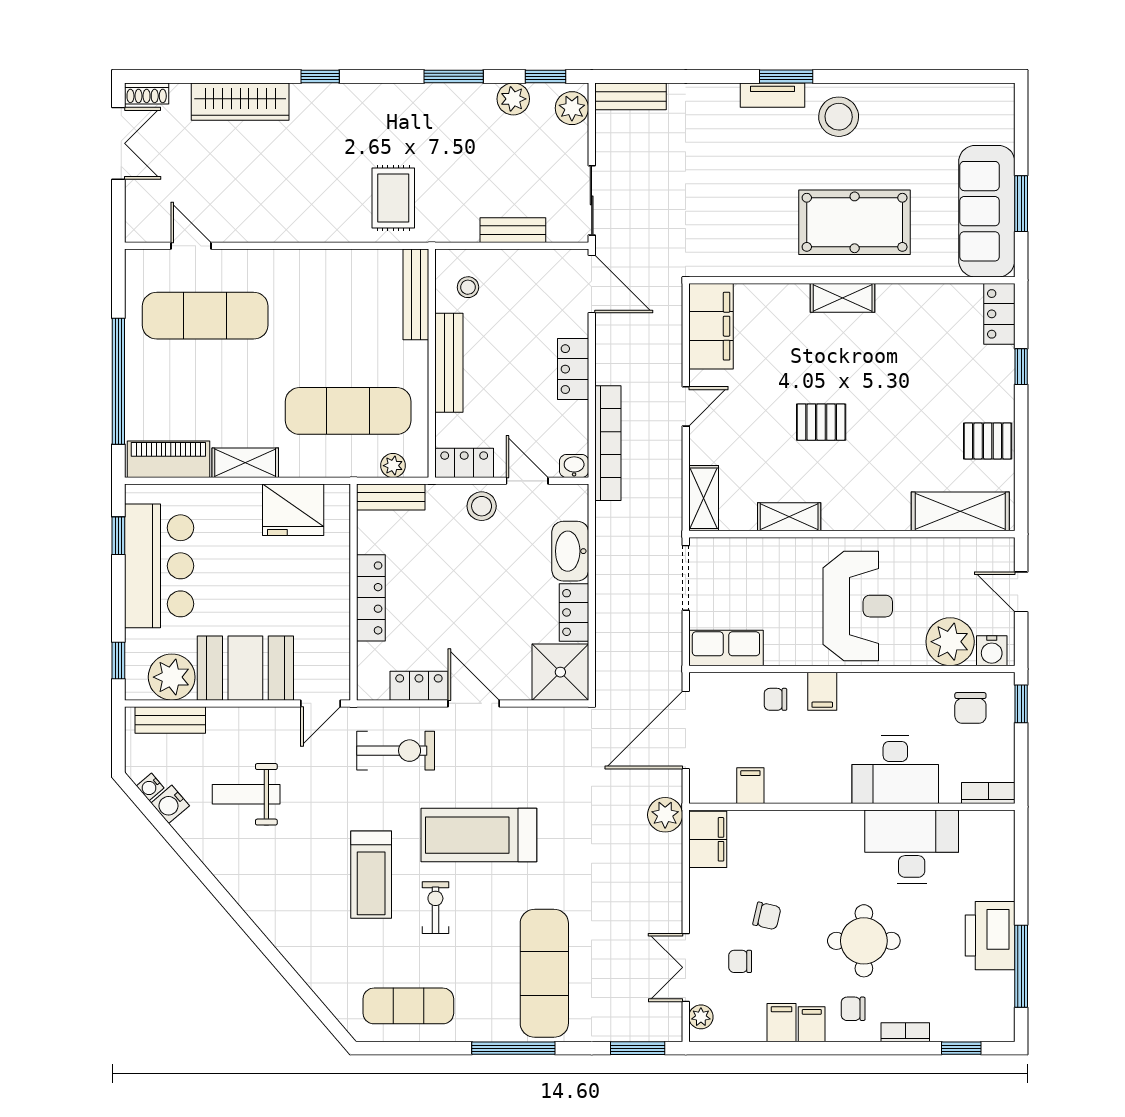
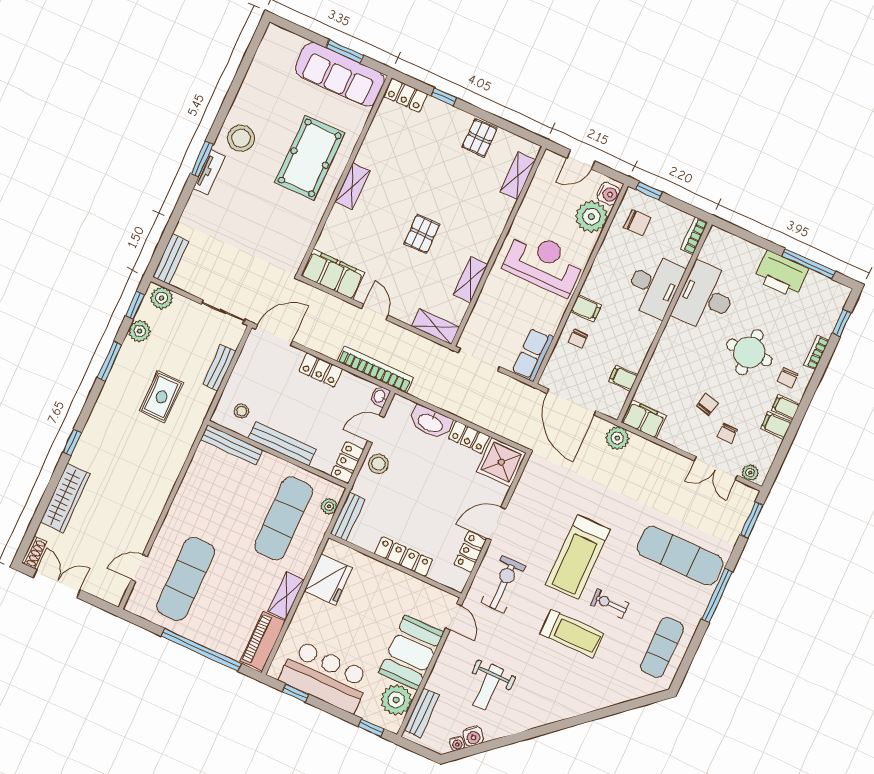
rug: (393, 198) -> (161, 397), moved, turned 90
shelving: (960, 511) -> (518, 175), width x0.67, depth x0.75

